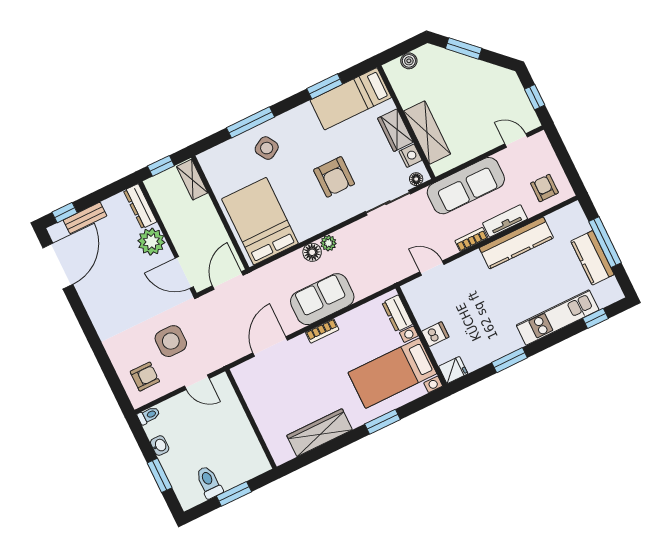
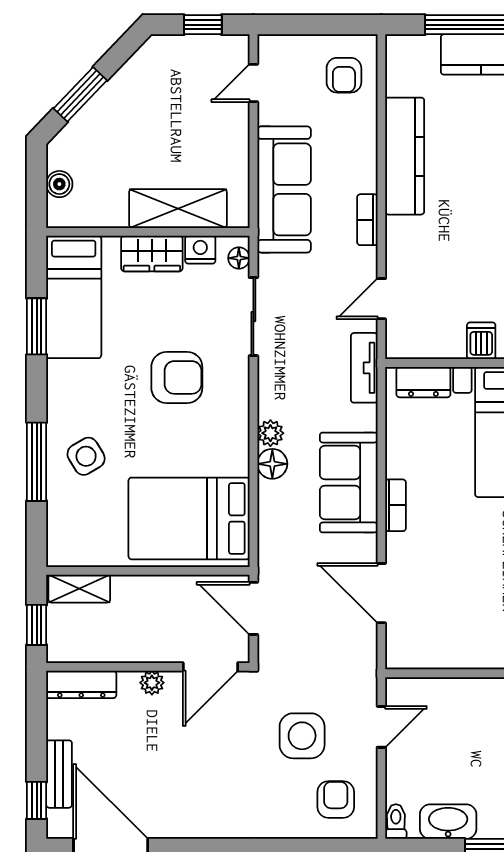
armchair: (544, 188) -> (344, 75), turned -90
tv unit: (505, 221) -> (364, 368), moved
plant: (151, 242) -> (152, 683), width x0.53, depth x0.53
washbasin: (160, 446) -> (448, 822), width x1.91, depth x1.45

